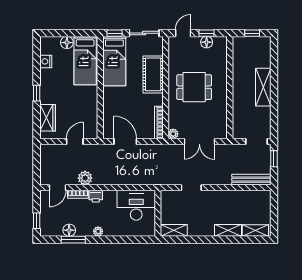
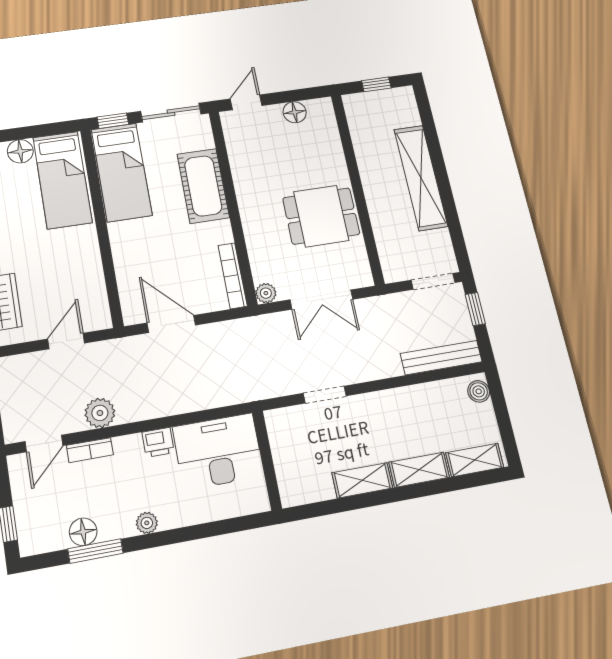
window: (207, 33) -> (291, 96), removed
dining table: (194, 87) -> (321, 216), moved
shelving: (263, 87) -> (421, 178), width x1.47
printer: (96, 196) -> (158, 442), moved
boiler: (265, 199) -> (479, 391), added
shelving: (174, 230) -> (362, 480), moved

